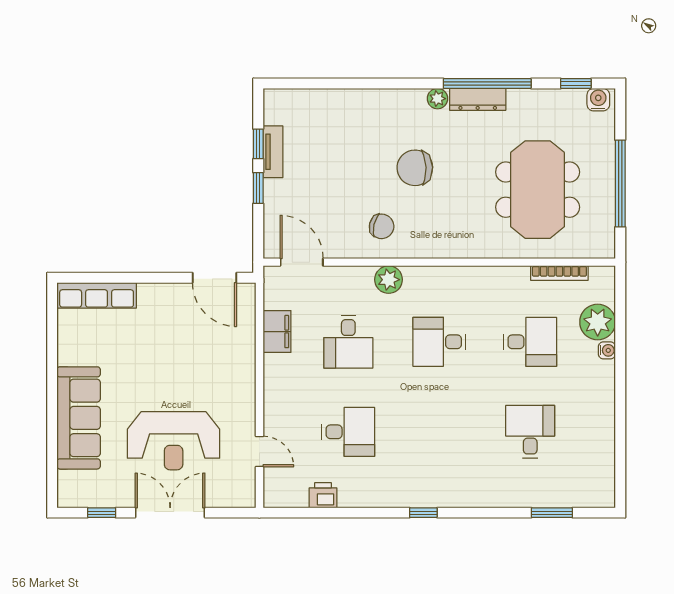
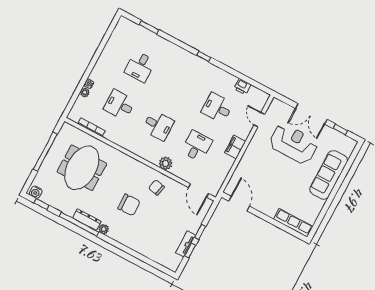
plant: (598, 322) -> (85, 92), width x0.53, depth x0.53
filing cabinet: (277, 332) -> (235, 147), moved

